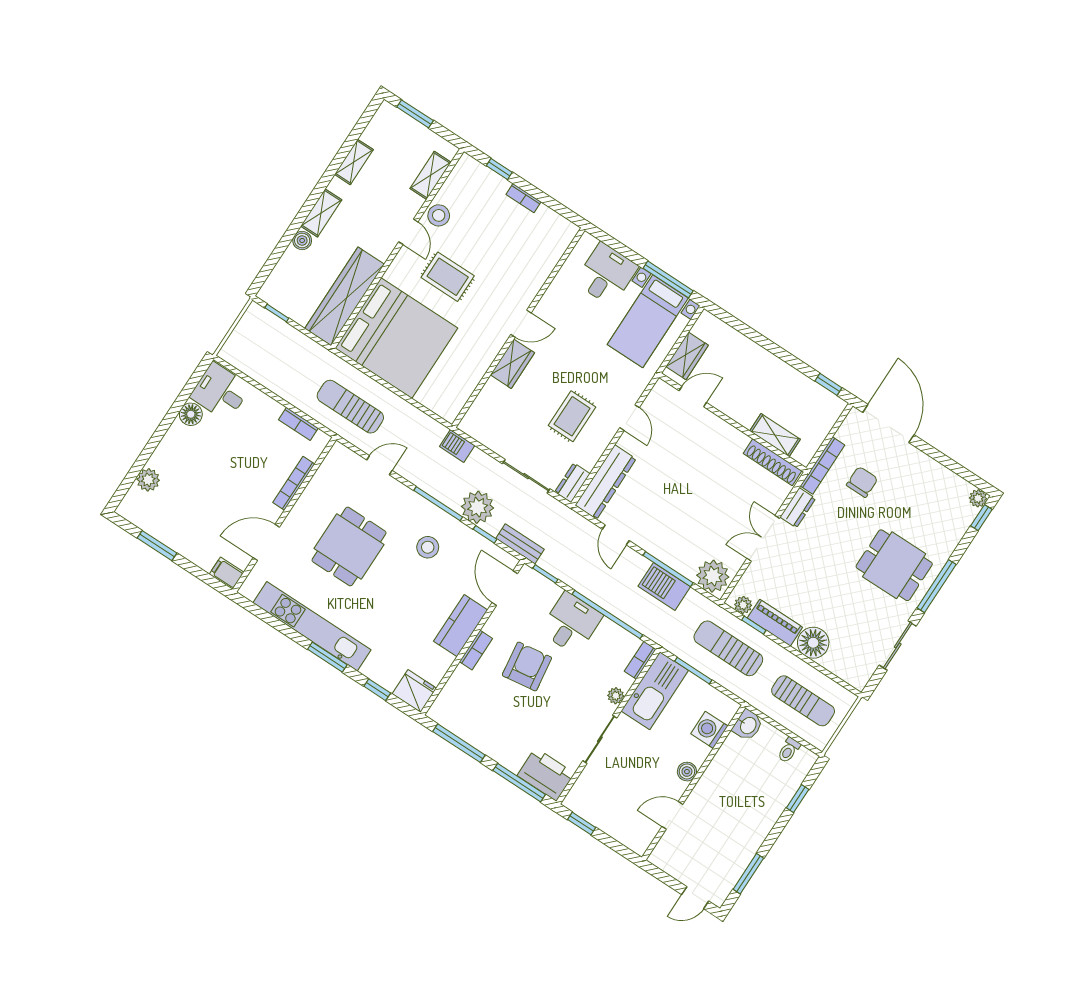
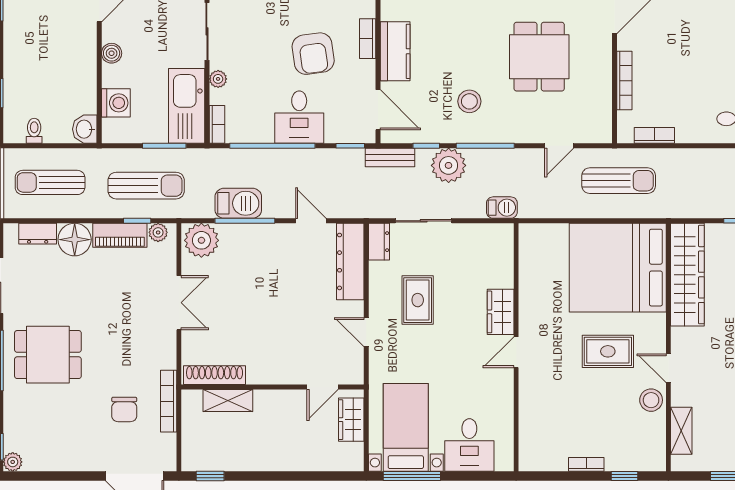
dresser: (798, 508) -> (38, 234), moved, turned -90

